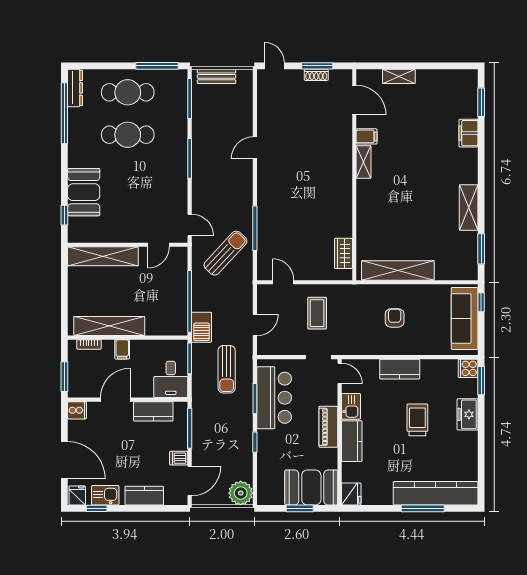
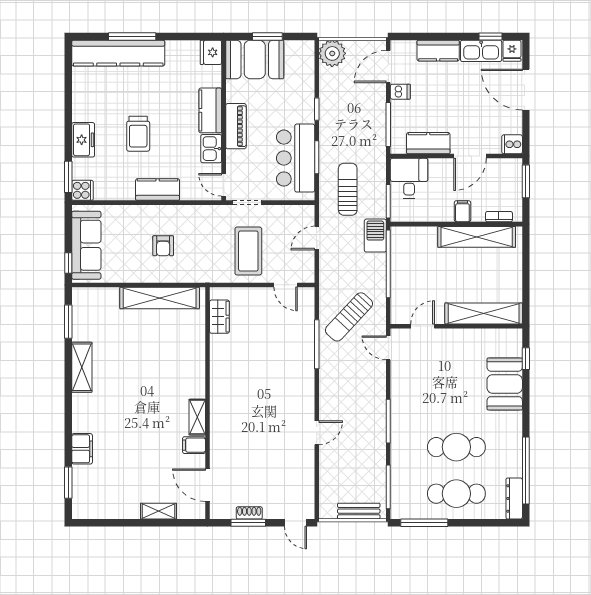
coffee table: (317, 313) -> (248, 251), width x1.36, depth x1.32
kitchen sink: (105, 495) -> (481, 51), width x1.38

